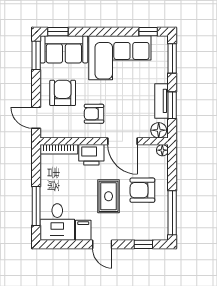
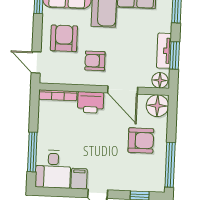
floor lamp: (162, 150) -> (157, 106), width x1.89, depth x1.89
armchair: (142, 190) -> (141, 140), turned 180
rug: (109, 196) -> (106, 145), removed

